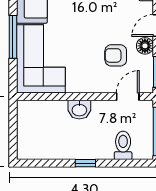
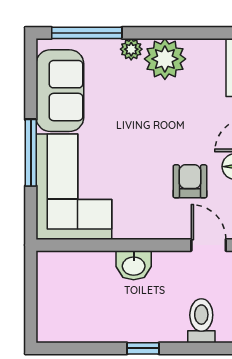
armchair: (116, 55) -> (190, 181), turned 90
door: (128, 97) -> (209, 245), hinge flipped

